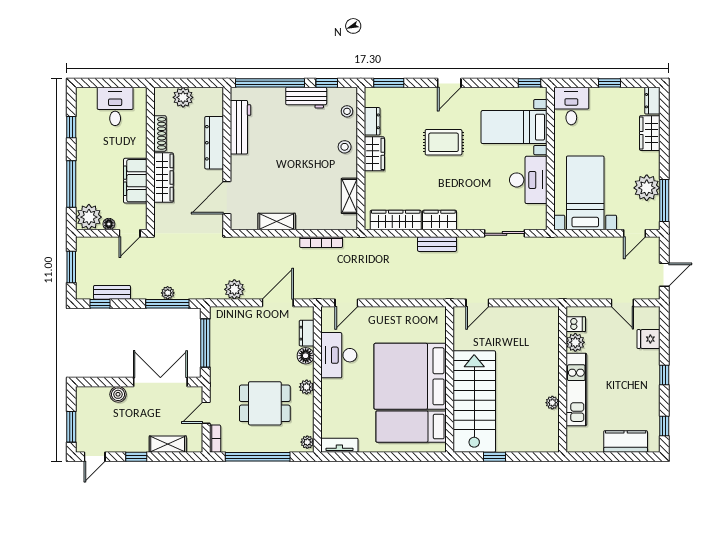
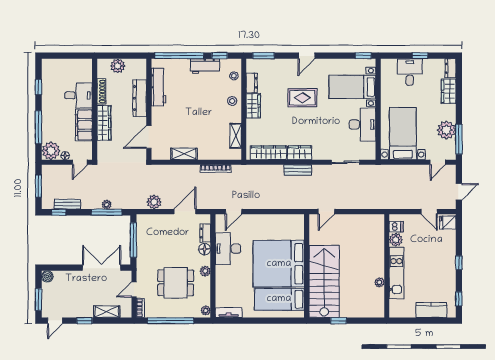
desk: (115, 106) -> (78, 95), moved, turned 90
desk: (571, 106) -> (410, 72), moved
fridge: (649, 339) -> (448, 223), moved
boiler: (118, 394) -> (47, 276), moved

